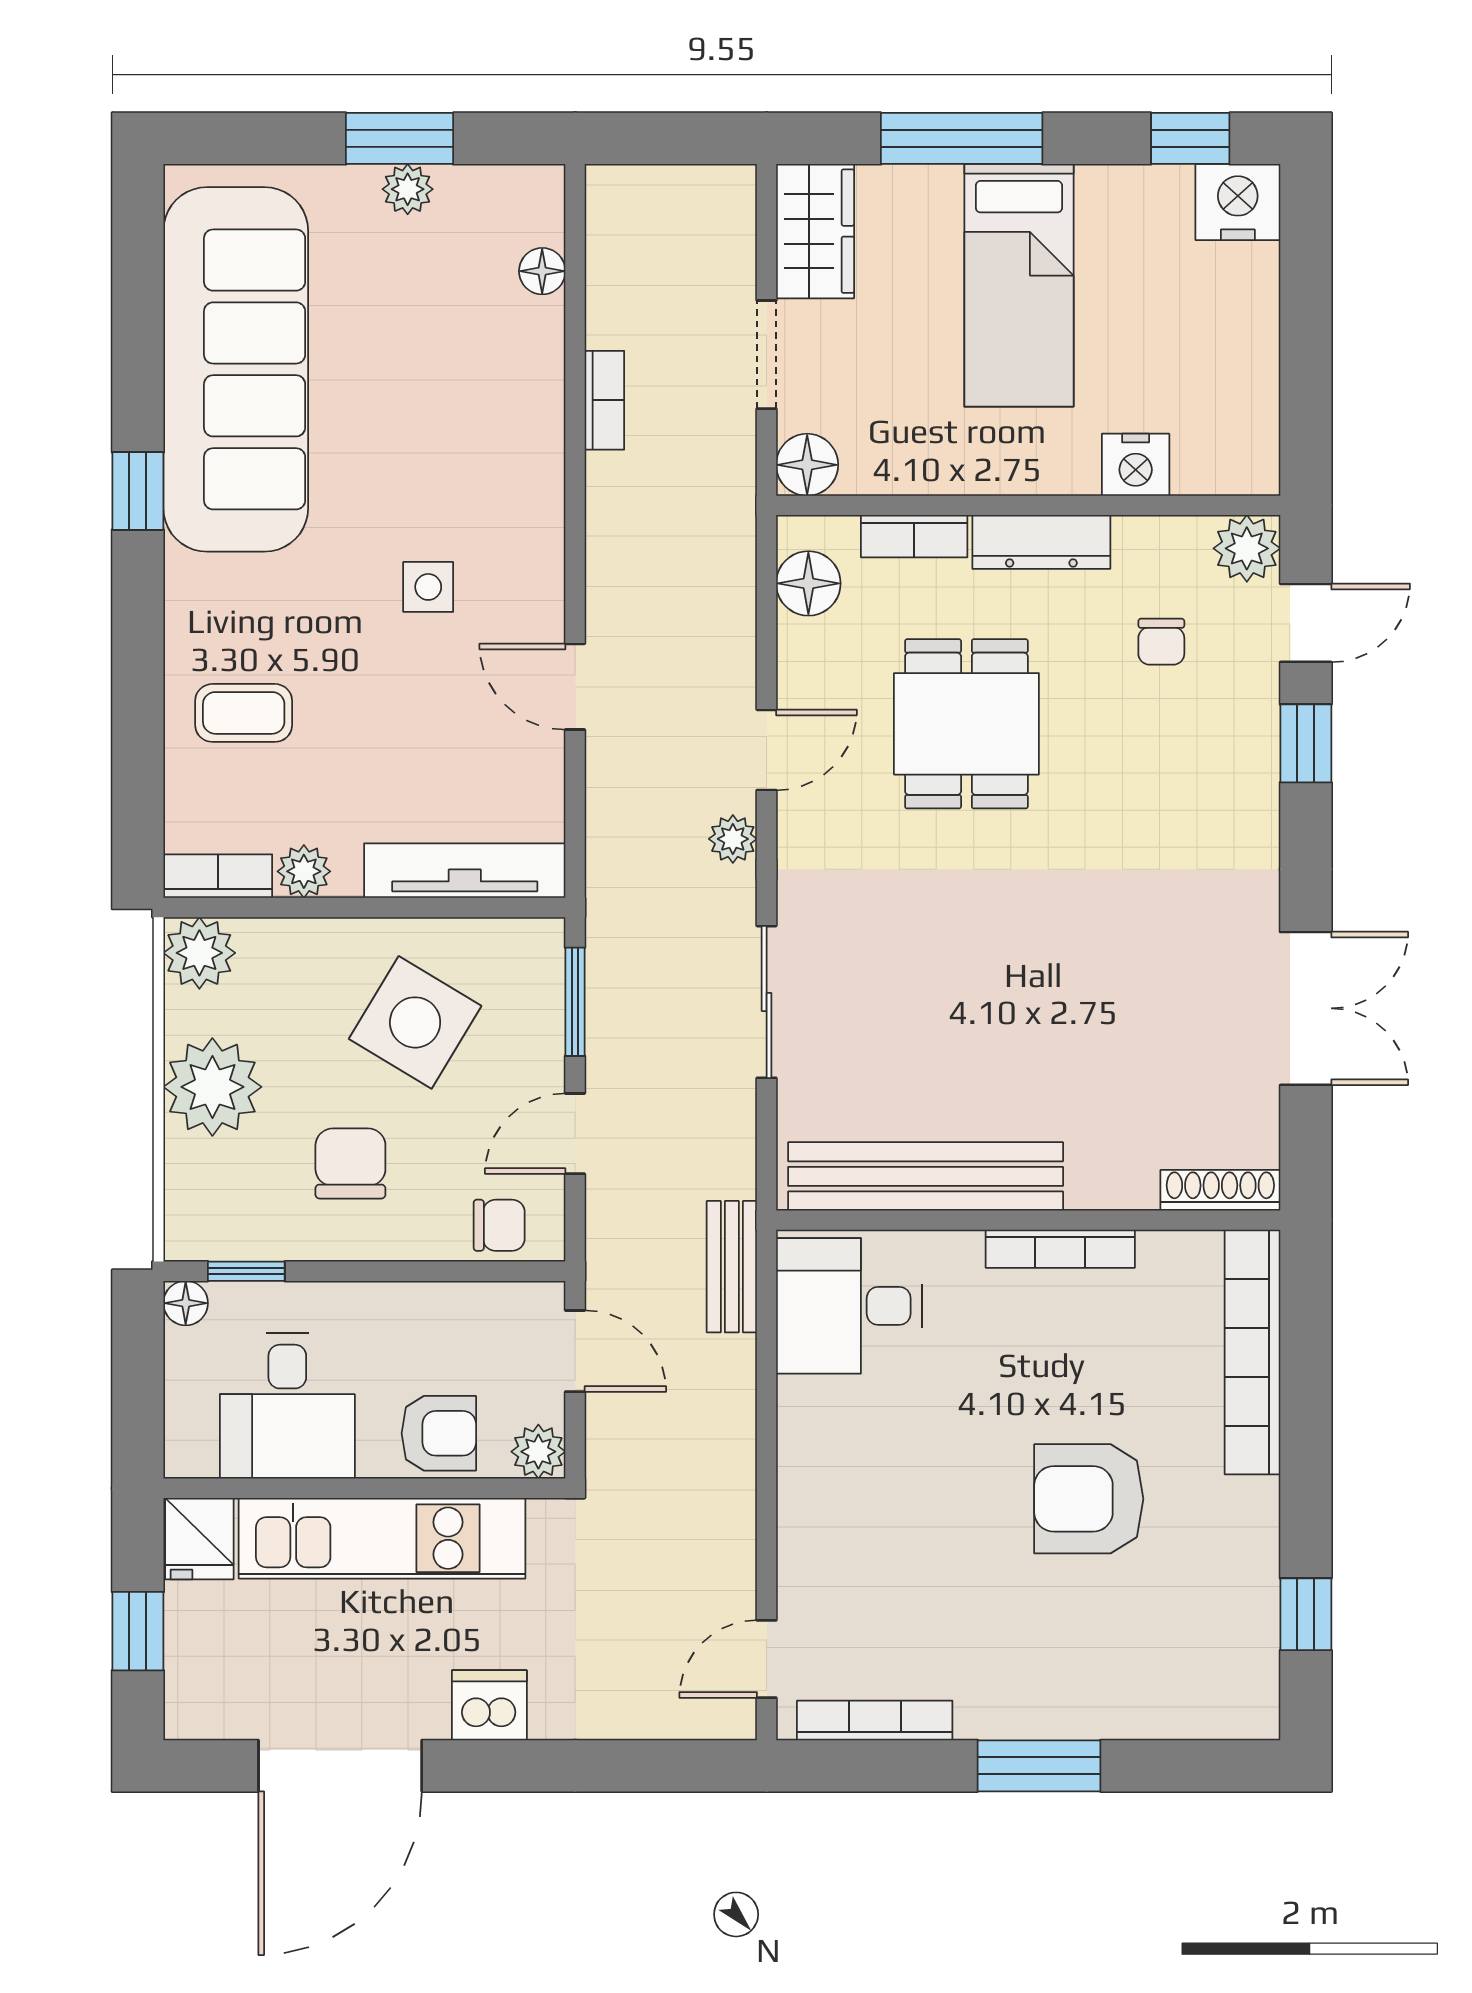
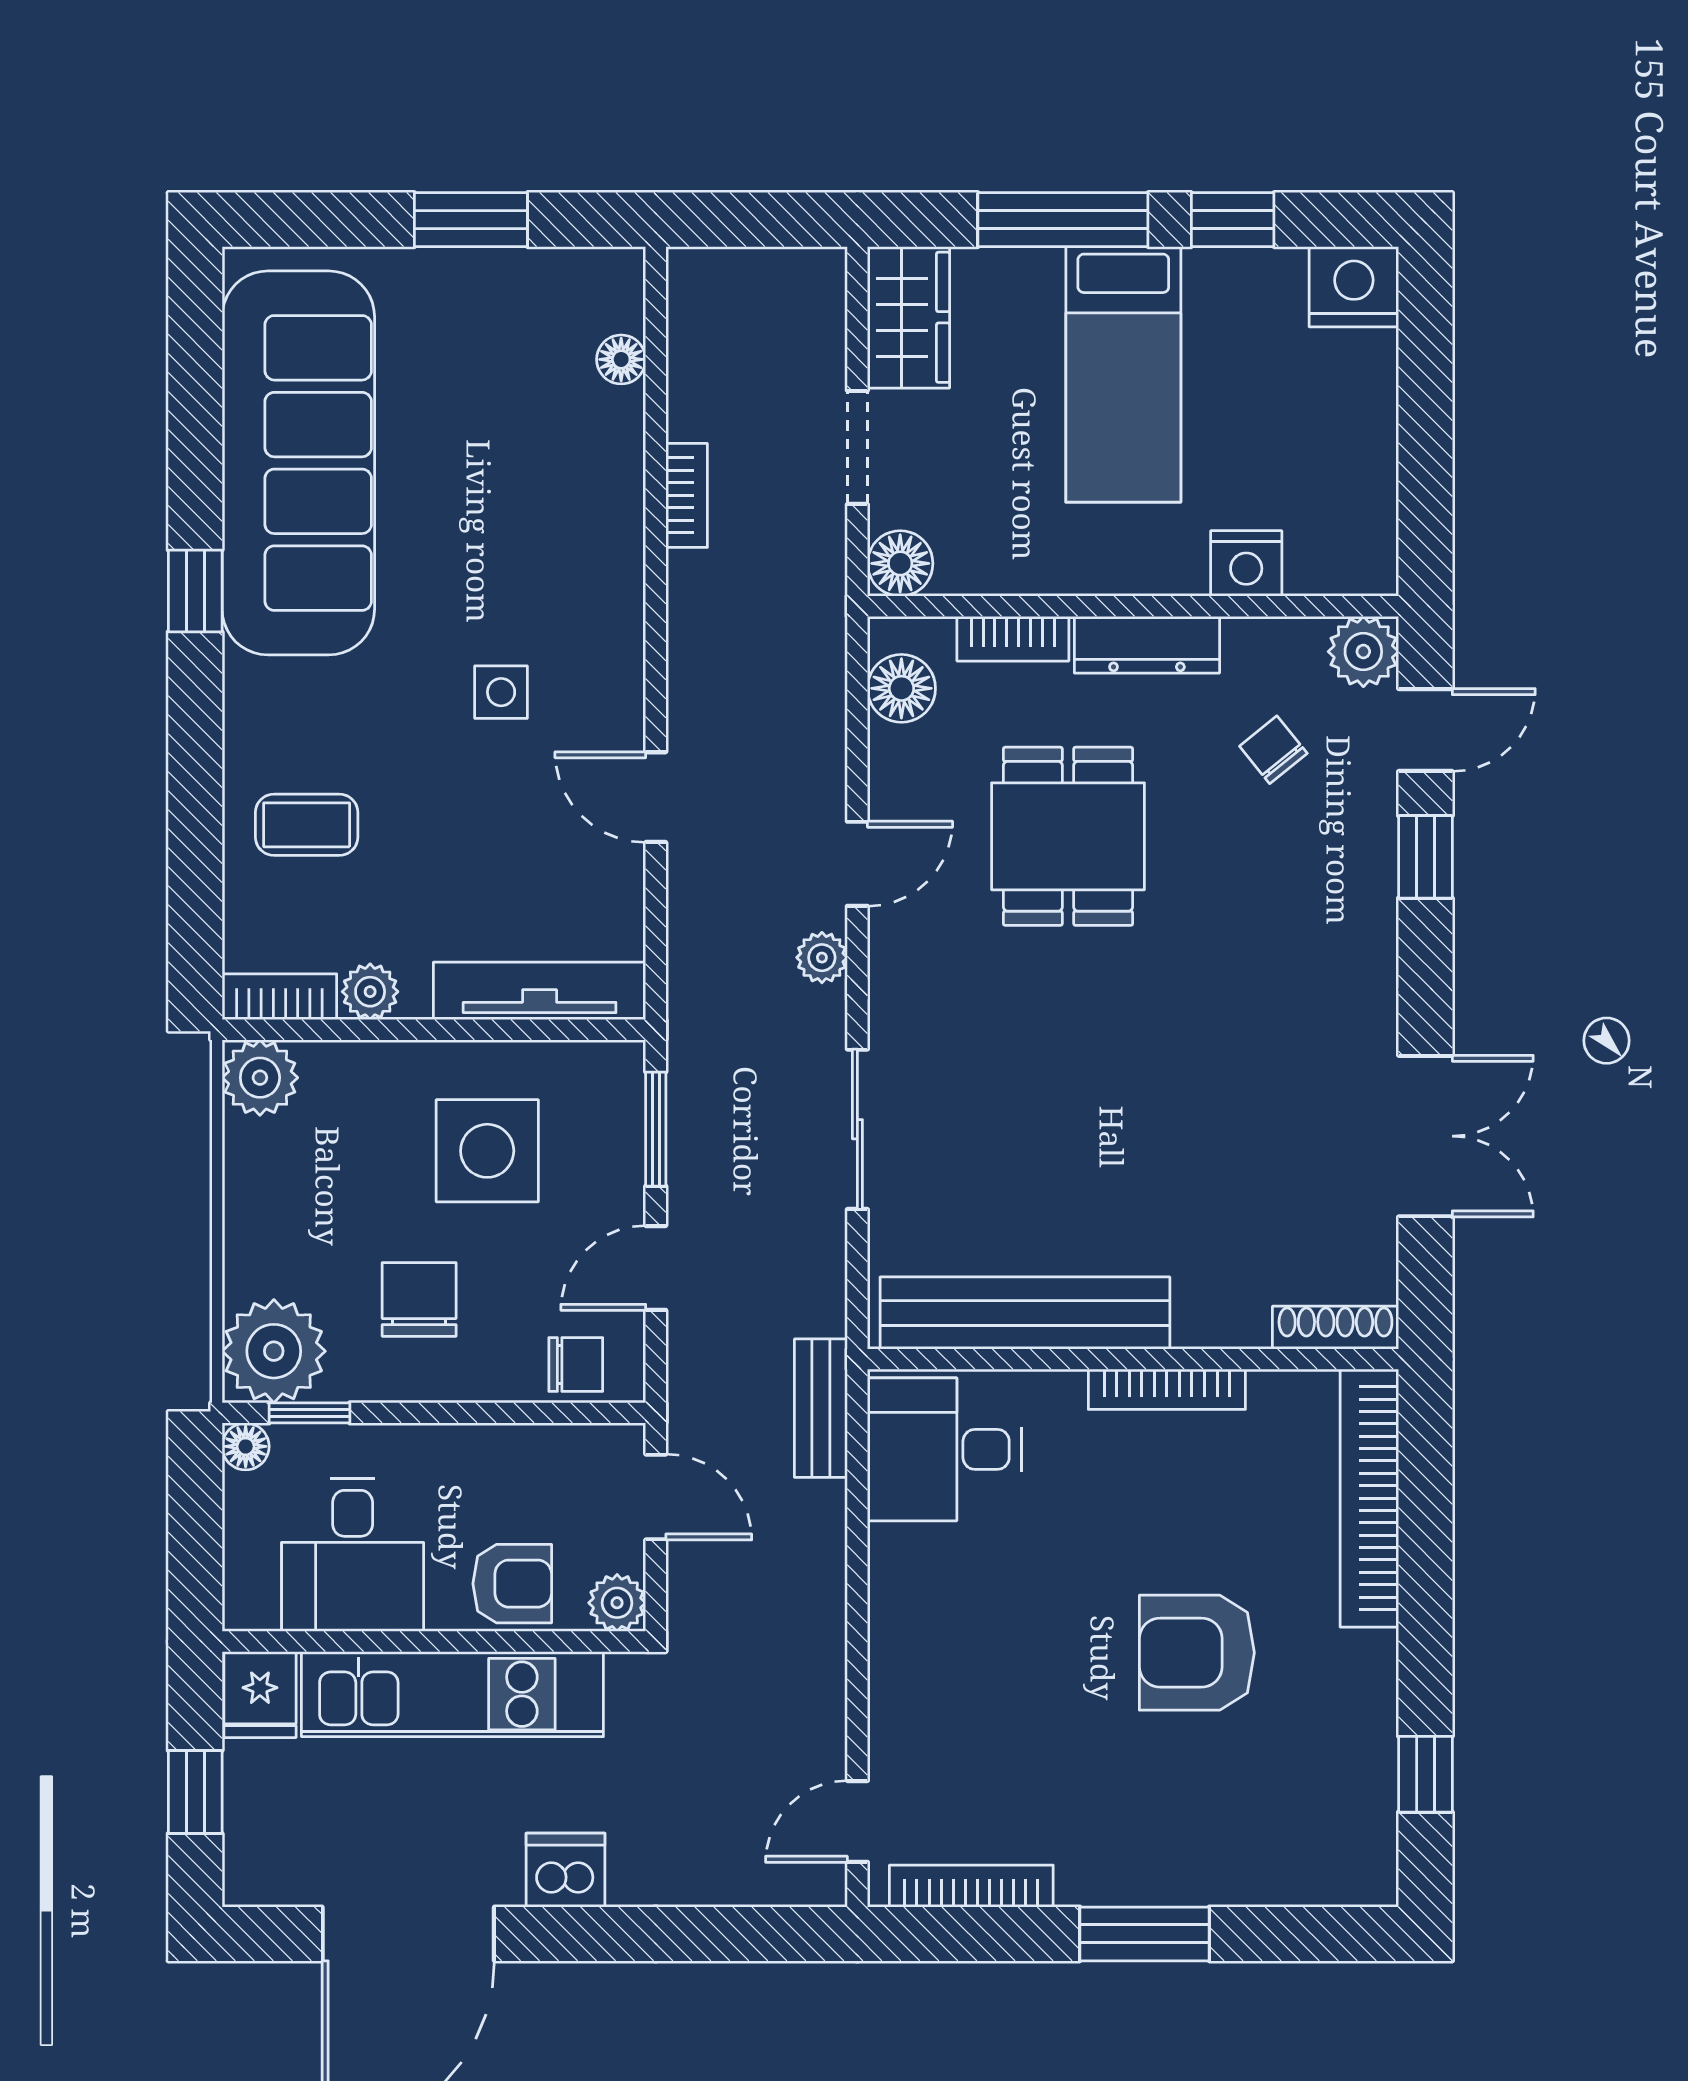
window: (1190, 138) -> (1233, 220), moved
plant: (408, 189) -> (479, 273), removed
chair: (1161, 642) -> (1273, 750), turned 141
side table: (415, 1022) -> (487, 1151), turned -31
plant: (212, 1087) -> (274, 1351), moved

